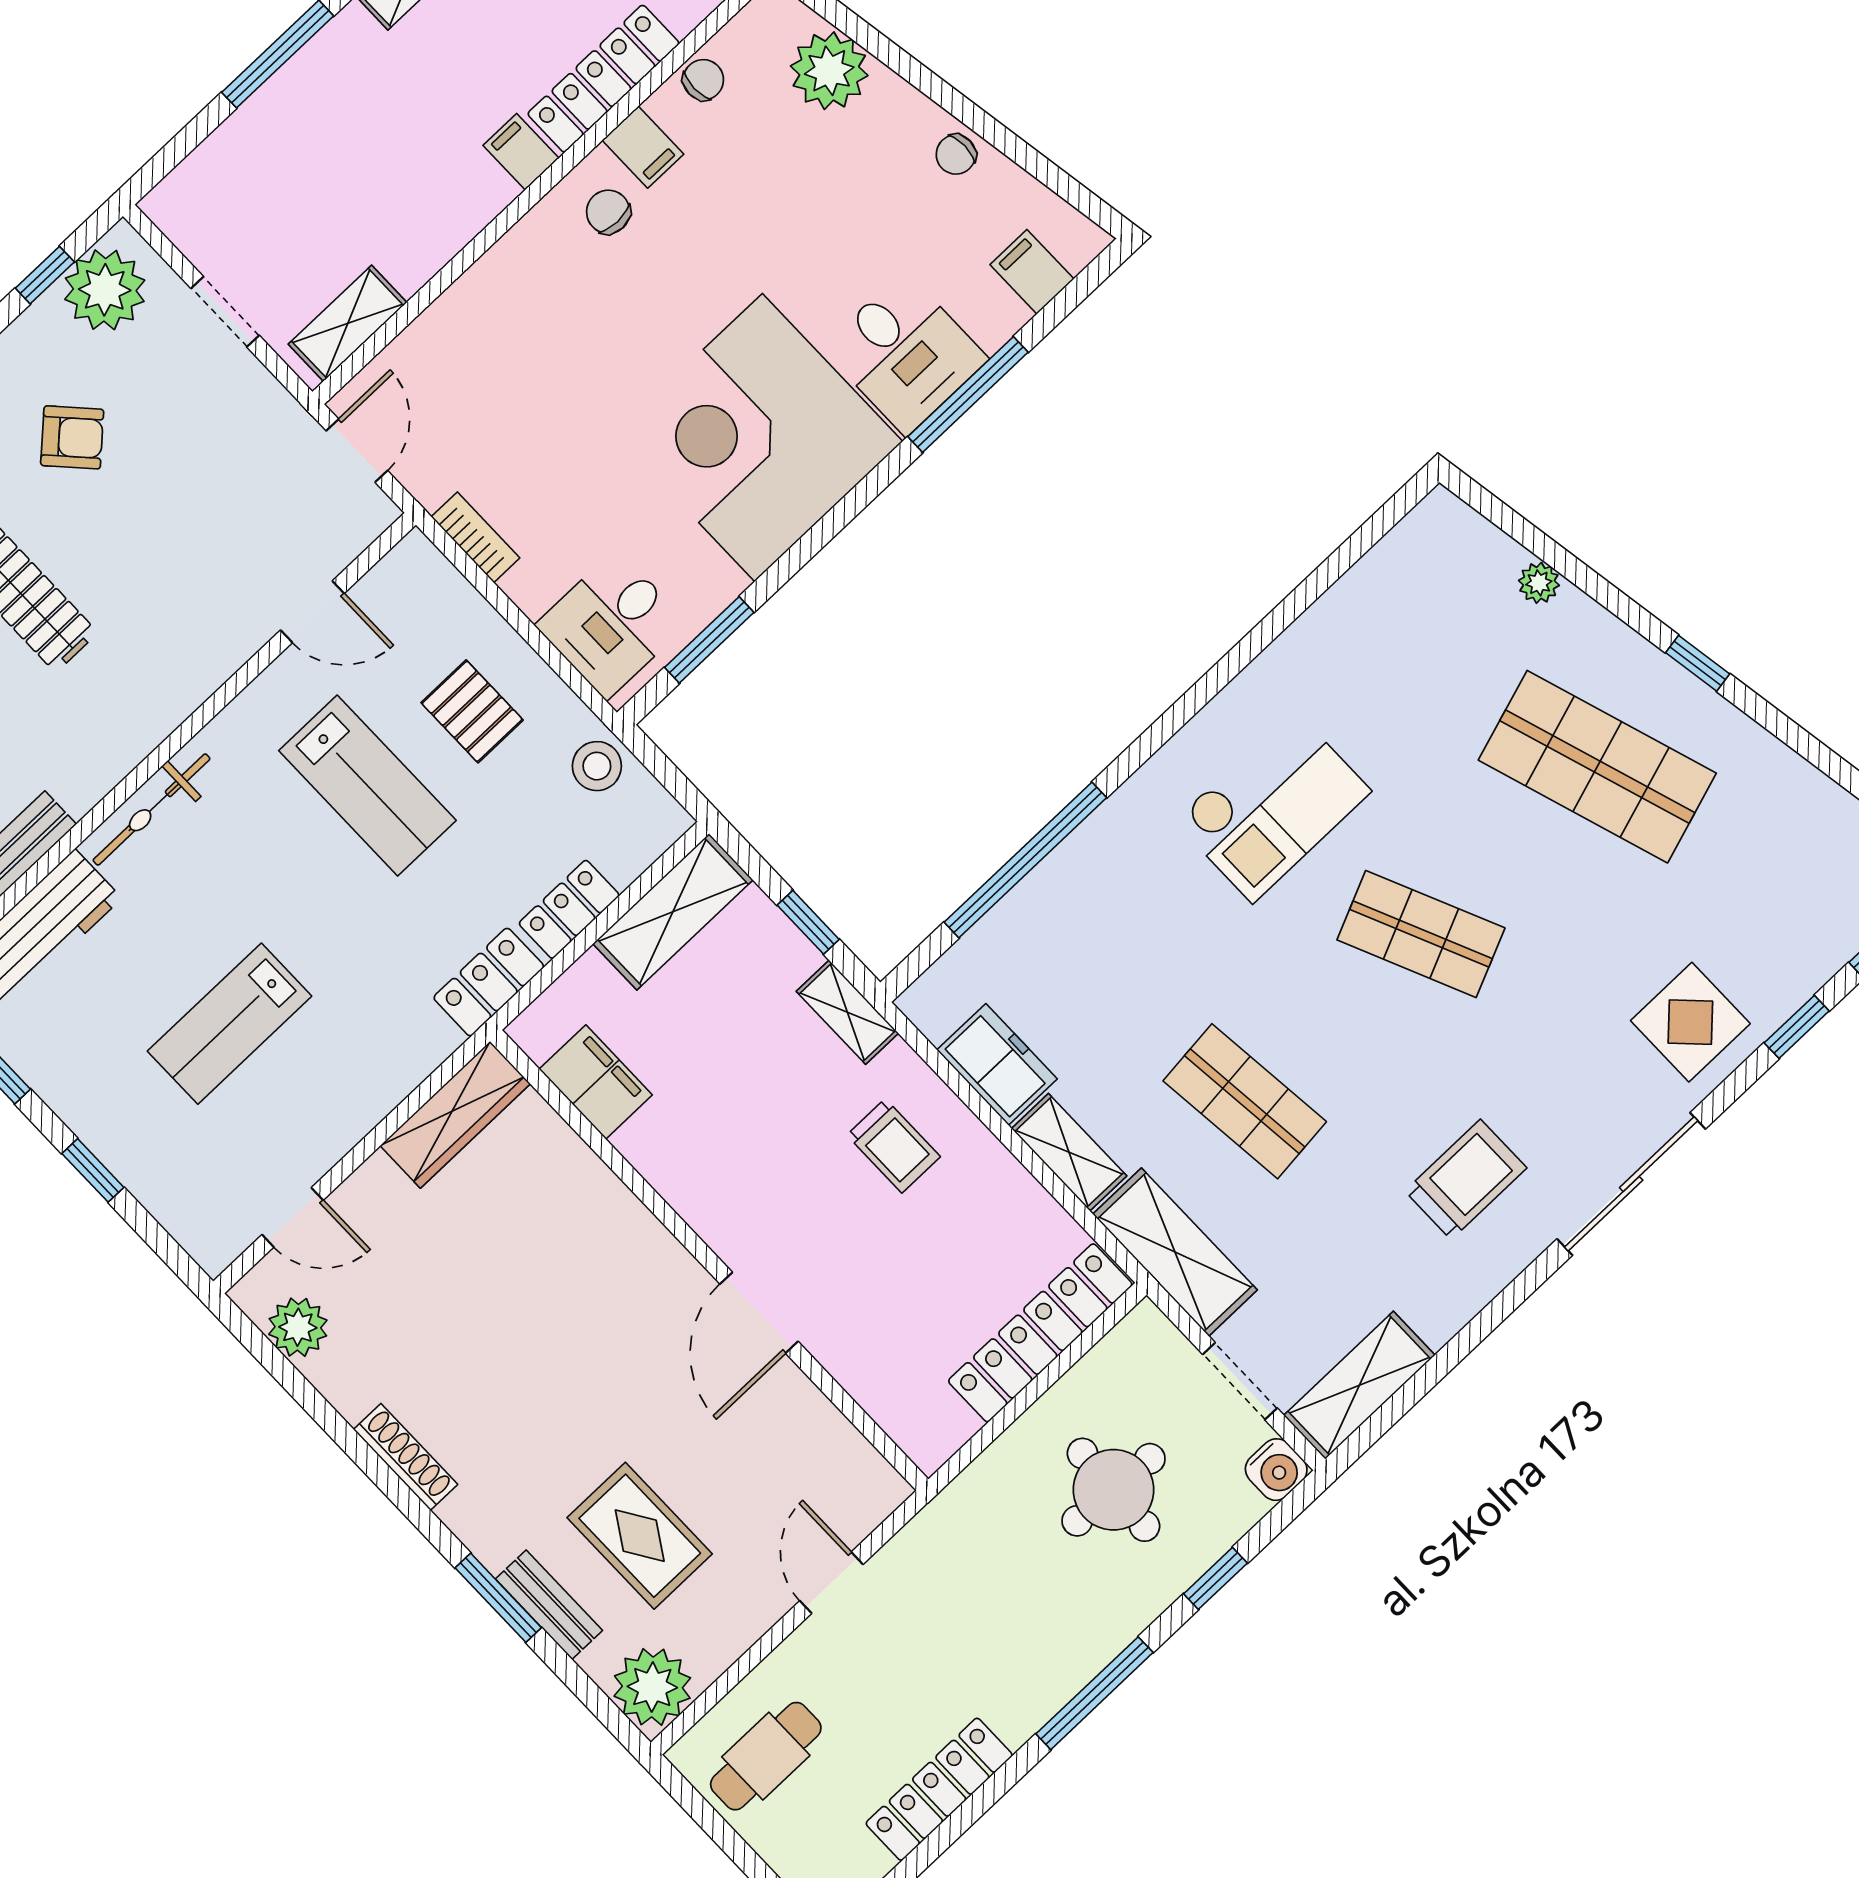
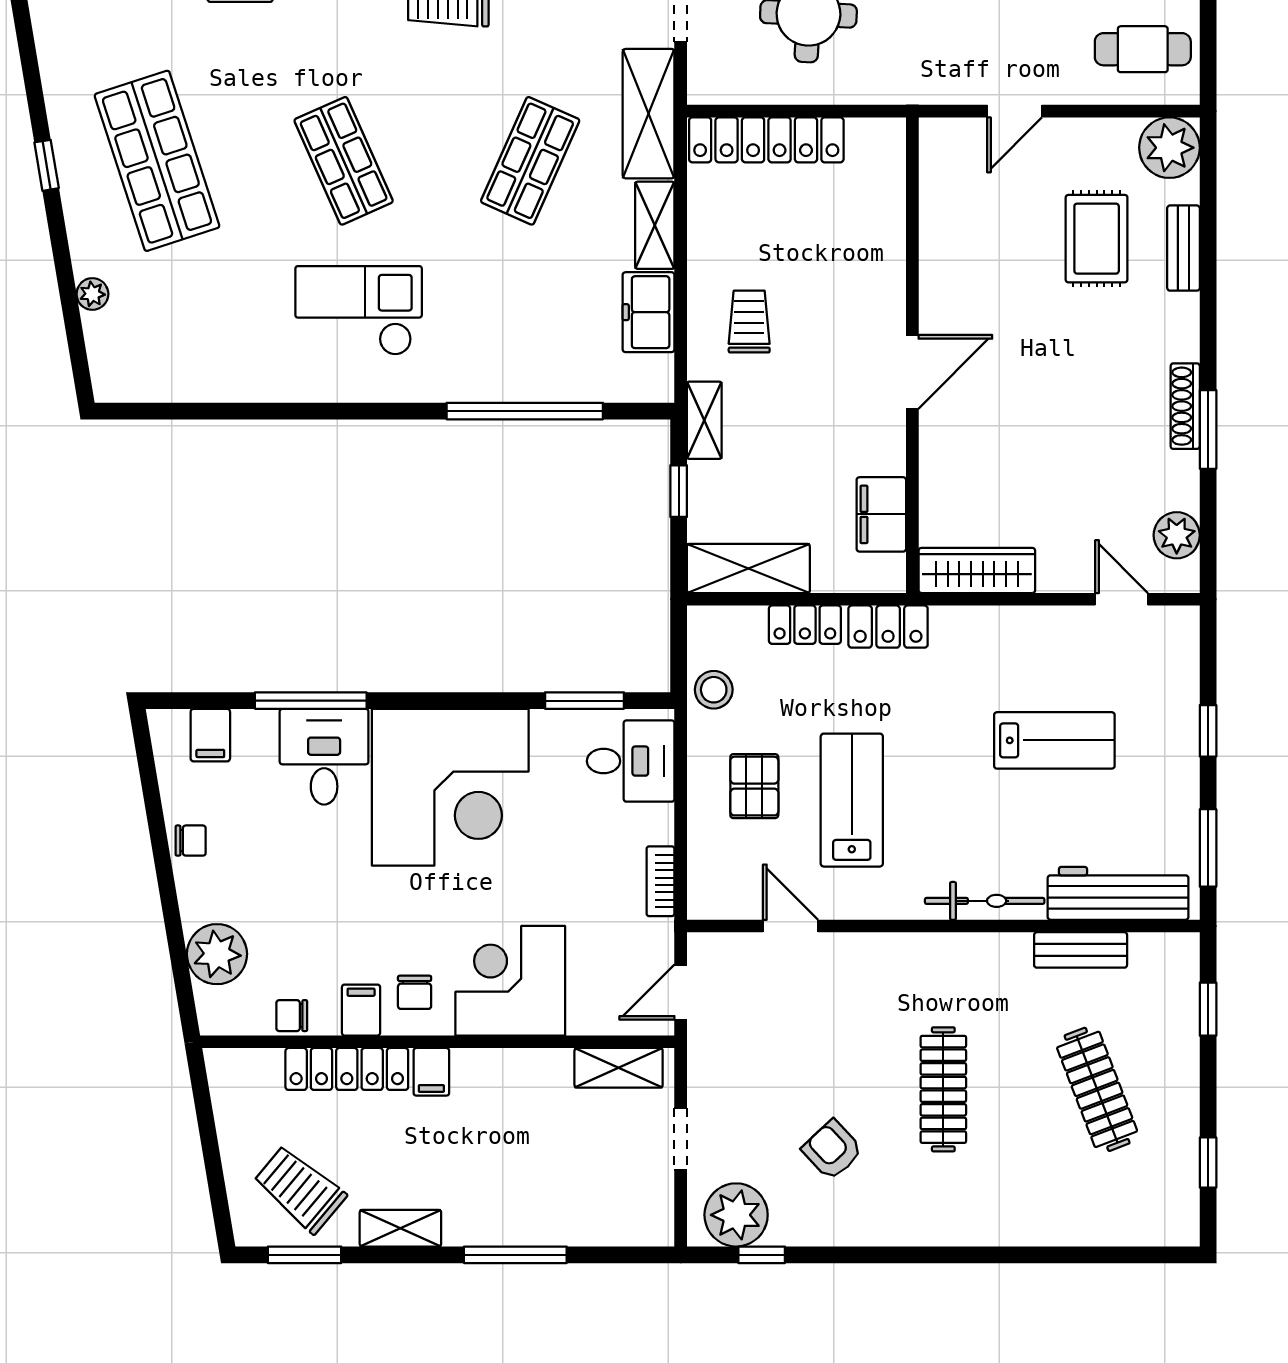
corner desk: (528, 309) -> (510, 981), added
shop shelf: (1245, 1101) -> (530, 161), turned 30
door: (759, 1313) -> (912, 372), moved
window: (498, 1598) -> (1208, 429), moved

